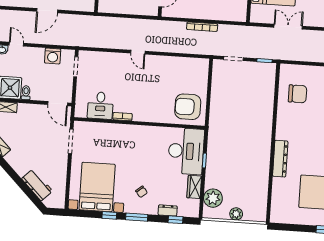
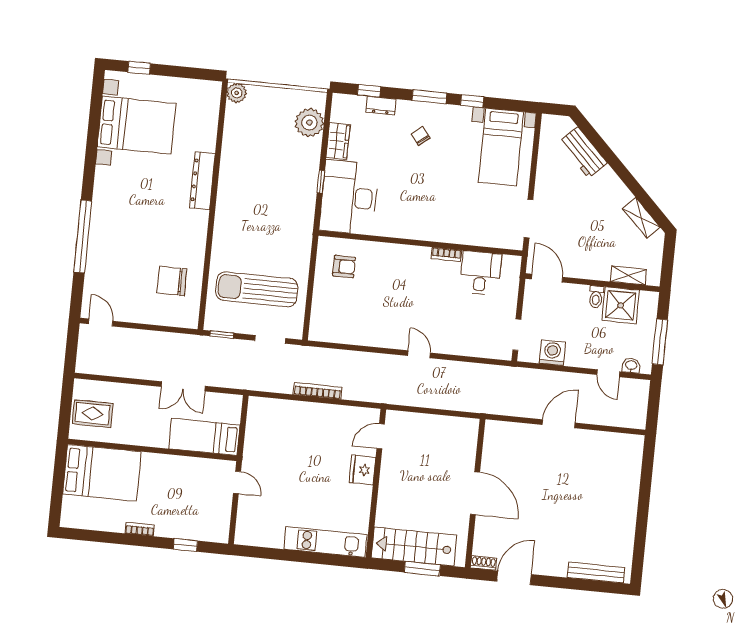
sun lounger: (243, 90) -> (257, 289), added
armchair: (188, 107) -> (344, 267), width x0.53, depth x0.53
bed with nightstands: (97, 187) -> (501, 147), width x0.73
plant: (236, 214) -> (237, 93), moved

